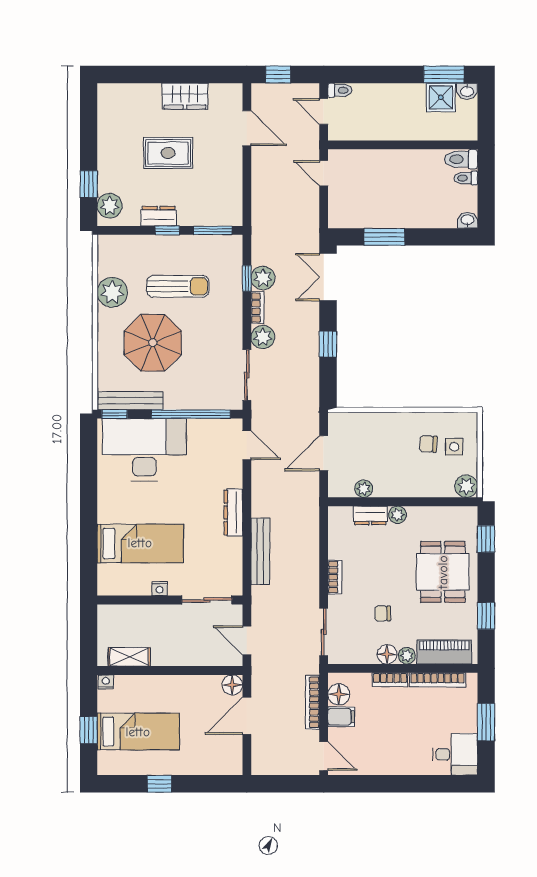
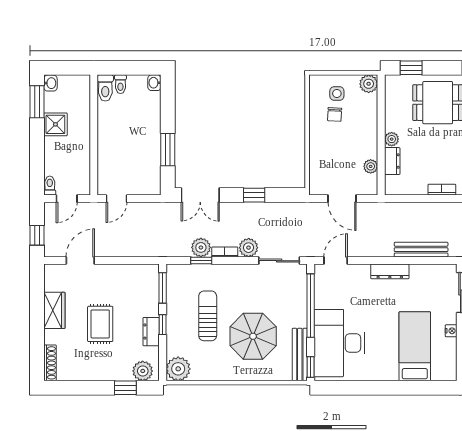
shoe rack: (120, 91) -> (50, 363), added
shower: (441, 97) -> (55, 124), moved
plant: (112, 292) -> (178, 369), moved

